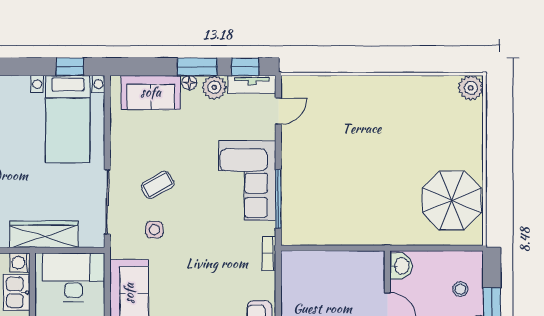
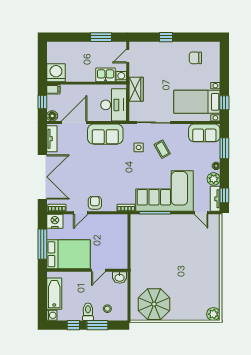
window: (197, 67) -> (224, 148), moved
sofa: (151, 92) -> (204, 133), moved, turned -90
corner sofa: (247, 181) -> (164, 191), width x1.36, depth x1.36
wardrobe: (44, 234) -> (136, 89), width x0.67

